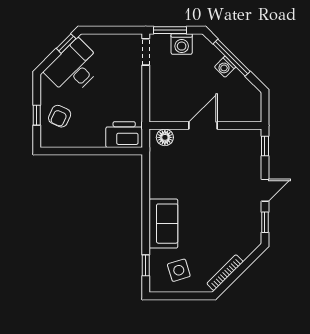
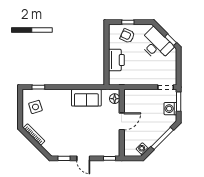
washing machine: (225, 67) -> (142, 149), moved
door: (203, 126) -> (122, 121), hinge flipped
printer: (124, 135) -> (116, 60), moved
sofa: (163, 224) -> (86, 98), moved

